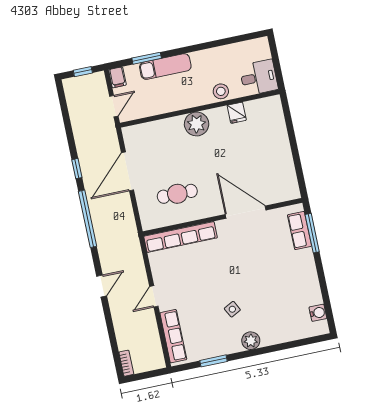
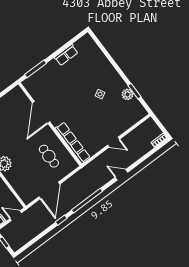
door: (128, 171) -> (49, 190), hinge flipped
row of seats: (300, 231) -> (66, 55), moved
water cooler: (318, 313) -> (79, 44), removed
row of seats: (173, 336) -> (131, 121), removed
plant: (251, 341) -> (127, 94), moved

